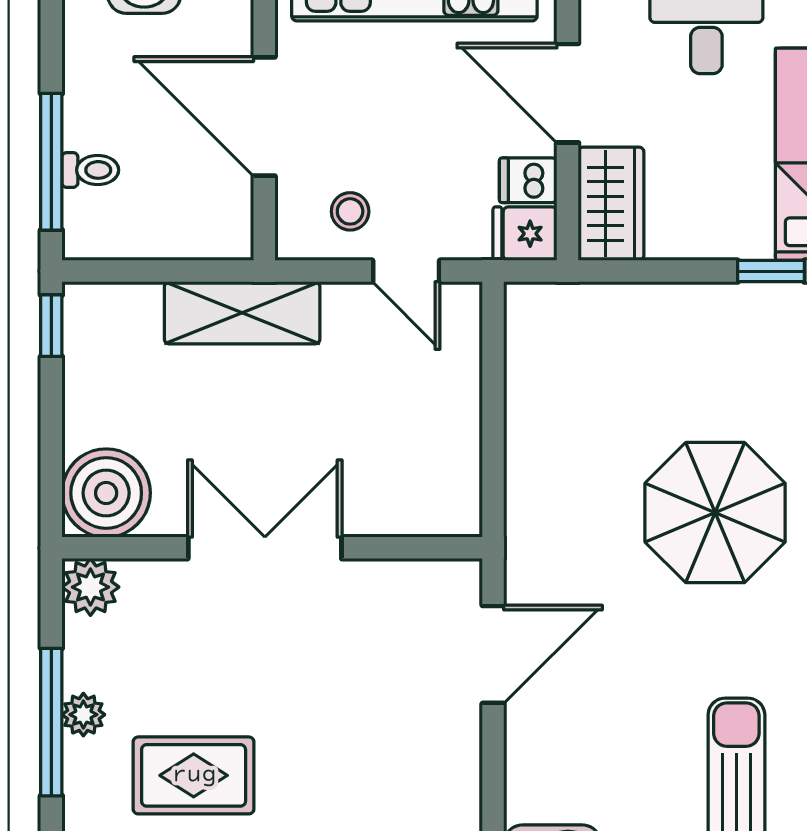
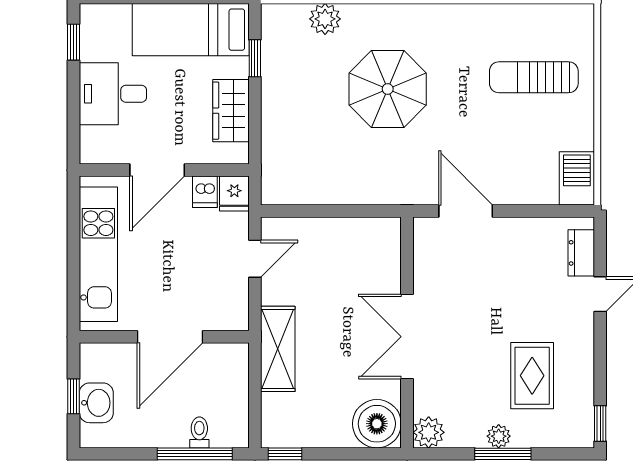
wardrobe: (611, 204) -> (231, 111), moved, turned -90
stool: (350, 211) -> (222, 290), removed
window: (51, 722) -> (503, 454), width x0.69

